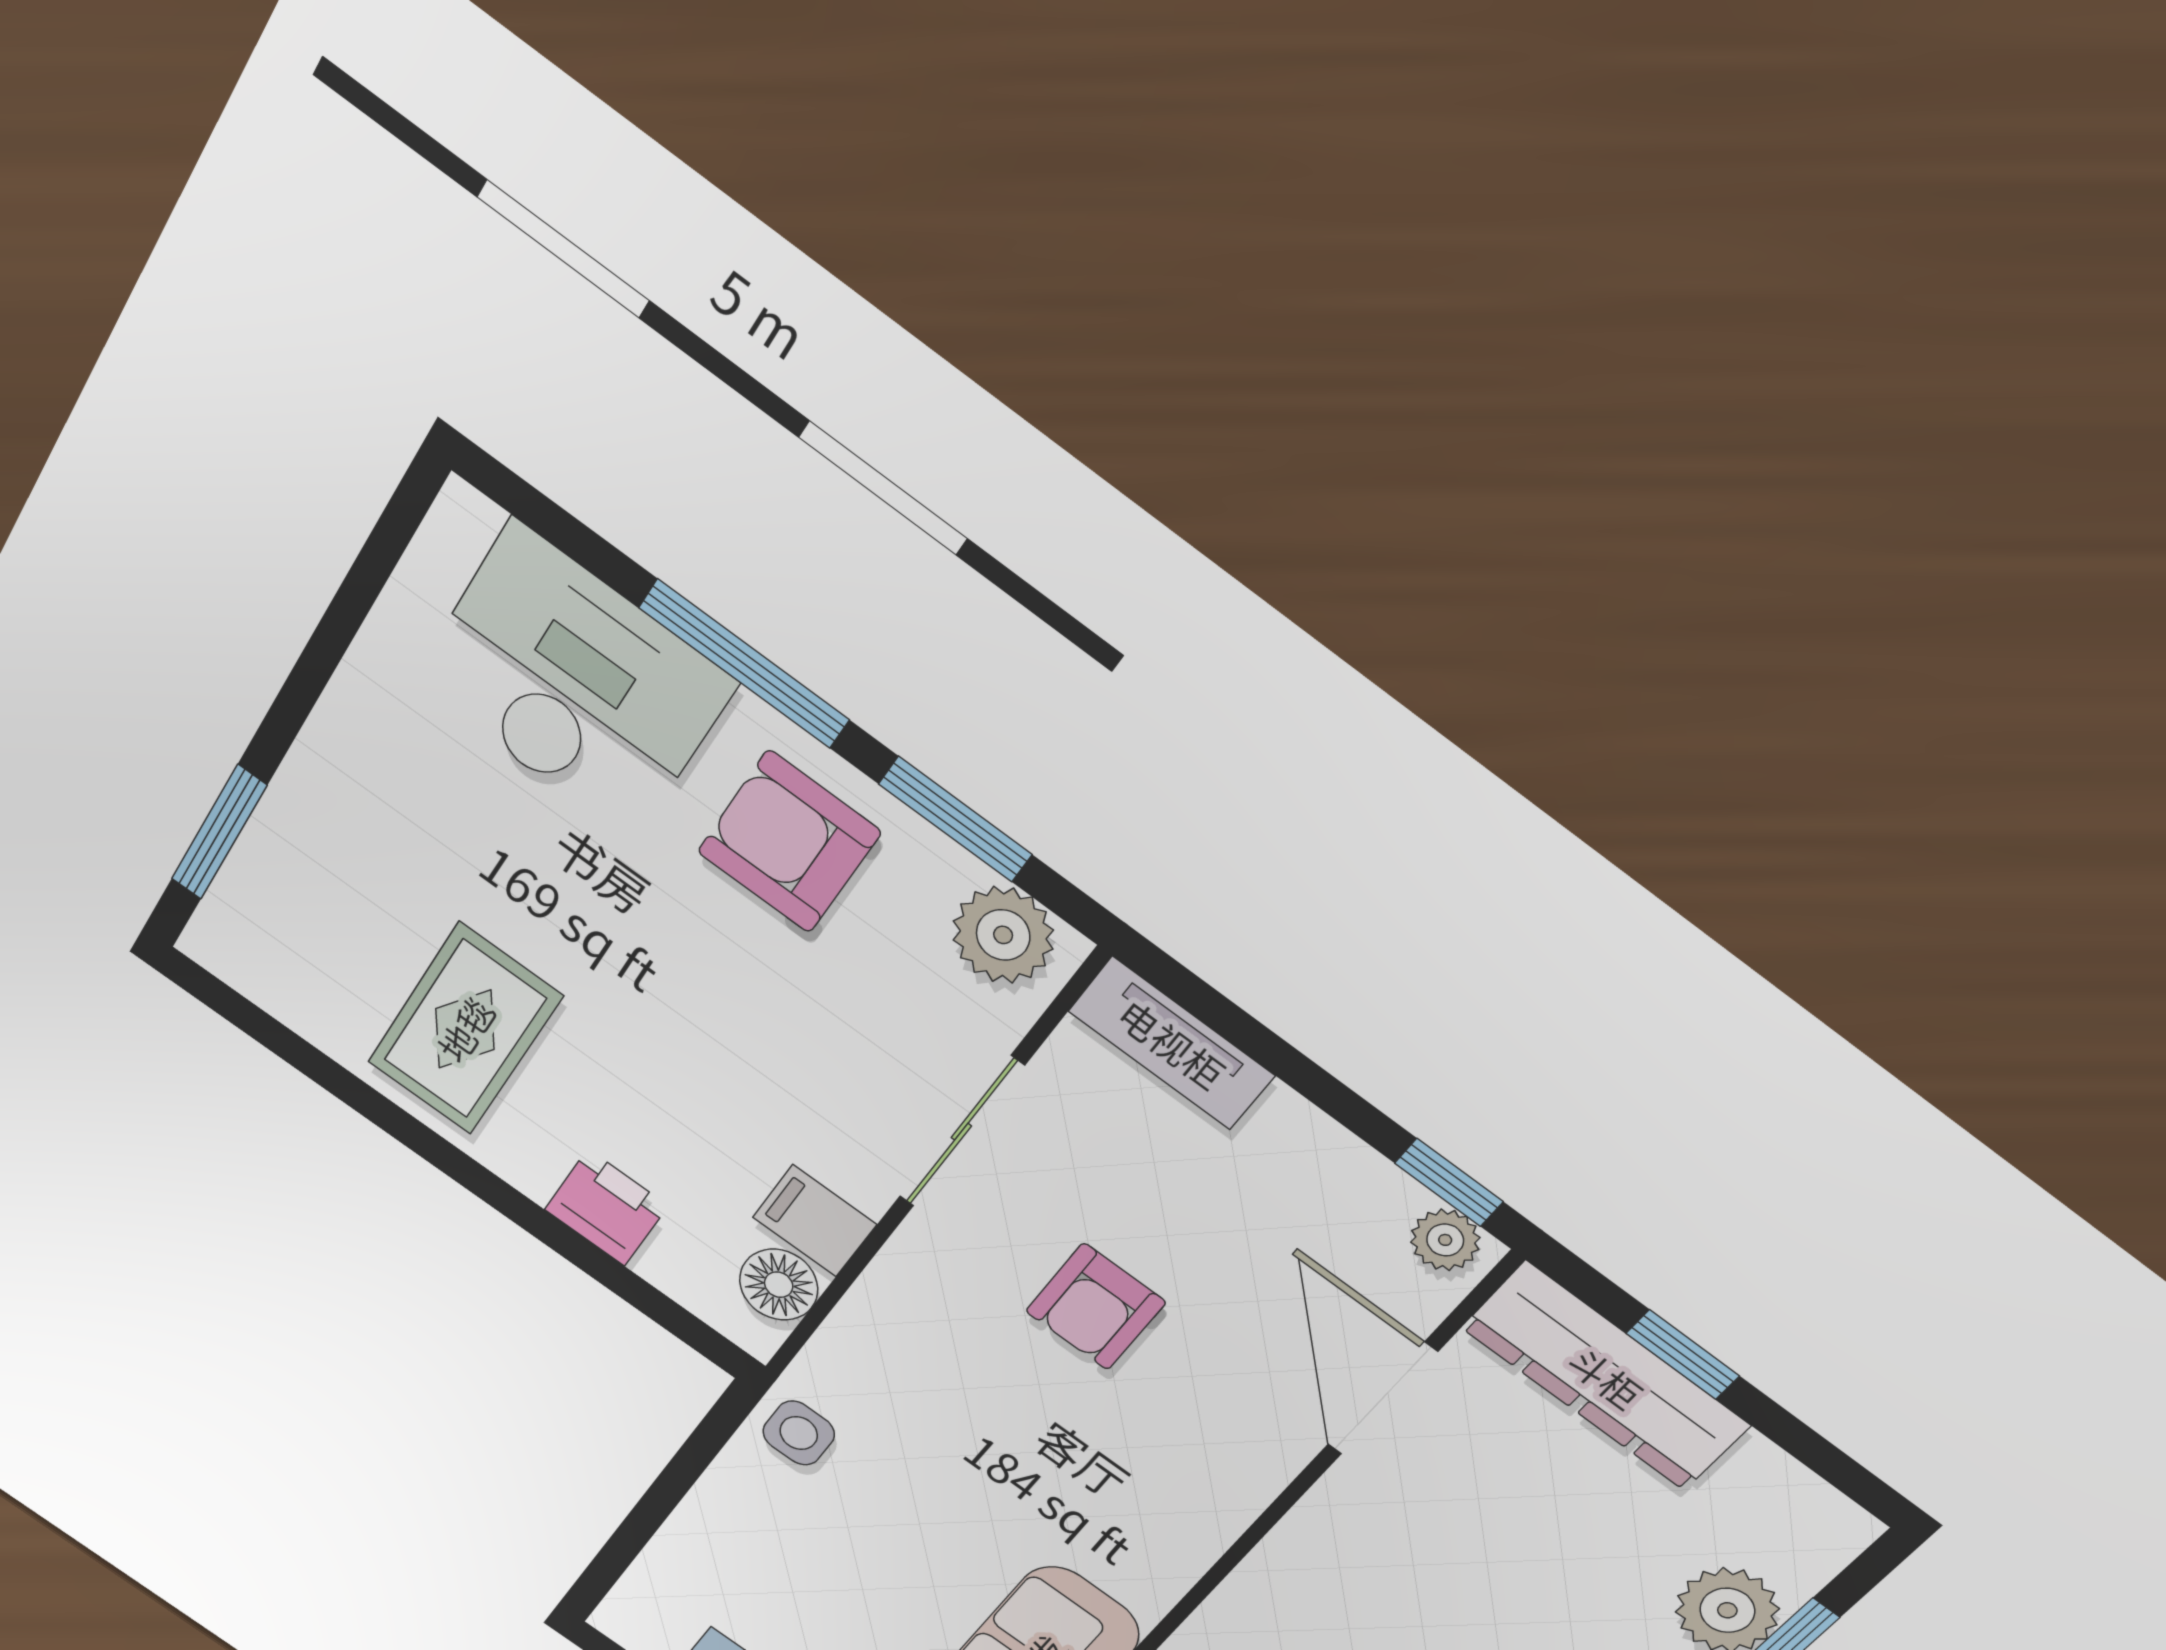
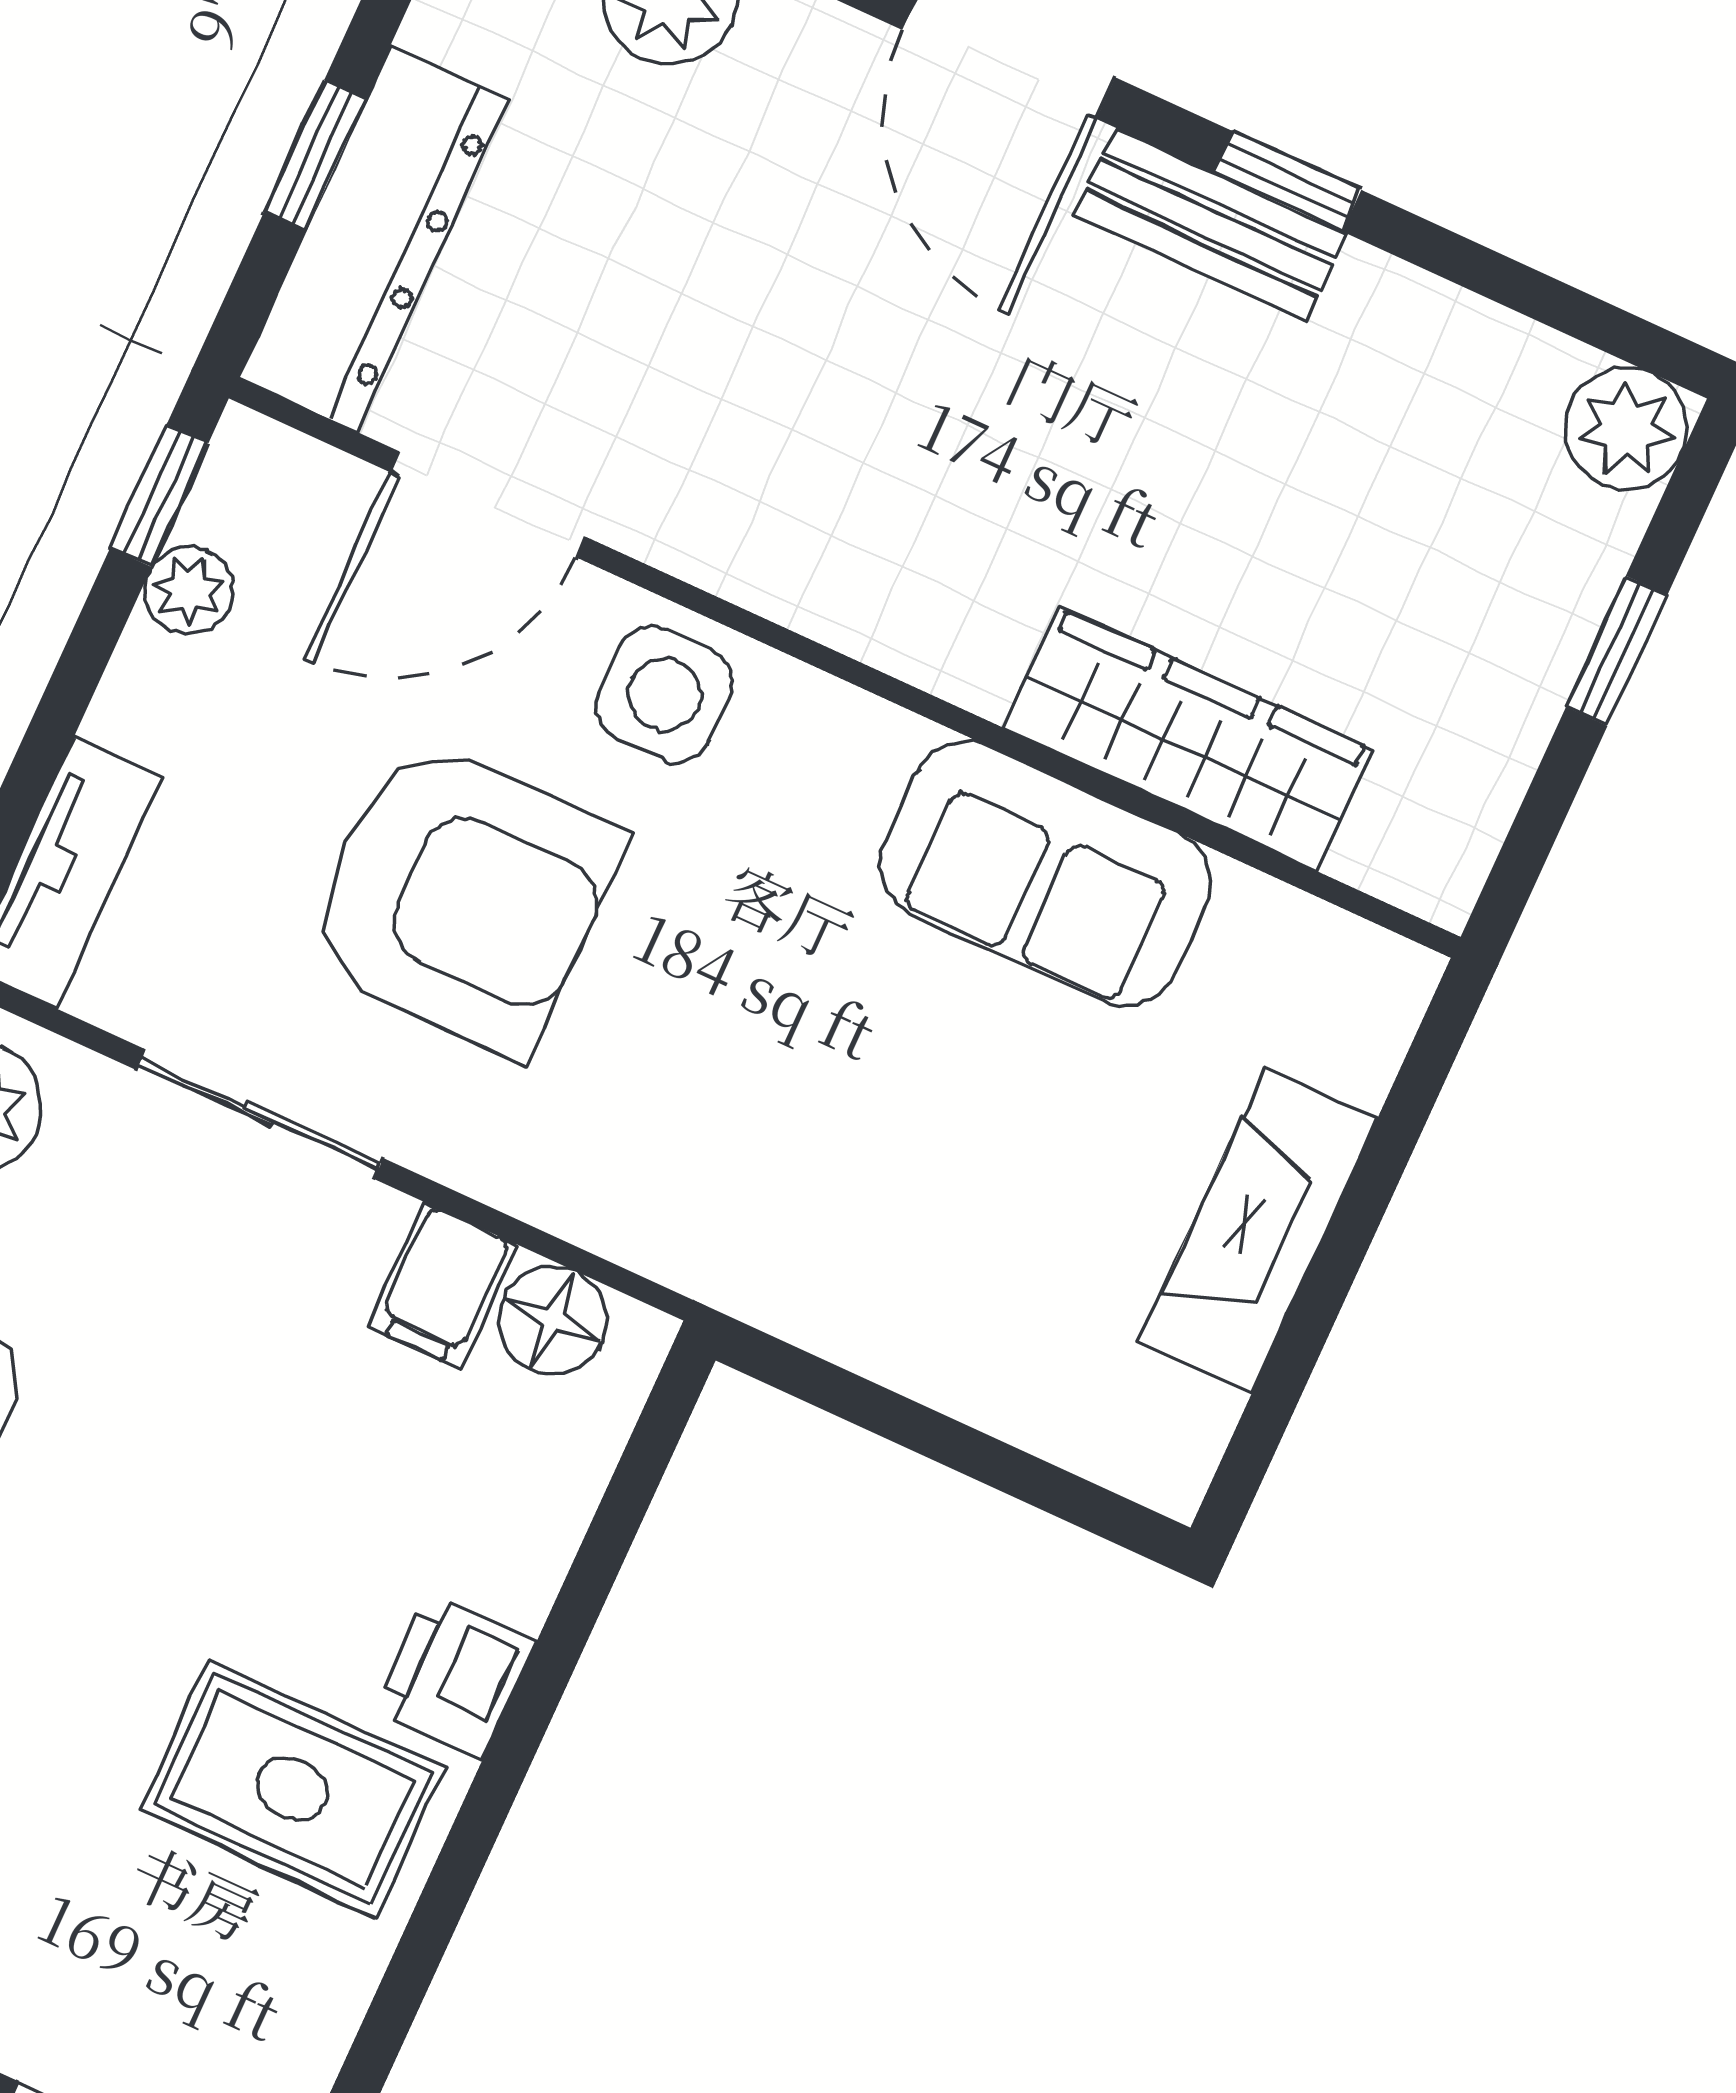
printer: (606, 1208) -> (455, 1676), moved
plant: (1445, 1240) -> (189, 590), moved
armchair: (1096, 1307) -> (462, 897), width x1.88, depth x1.88
side table: (799, 1433) -> (664, 694), moved, width x1.37, depth x1.37

